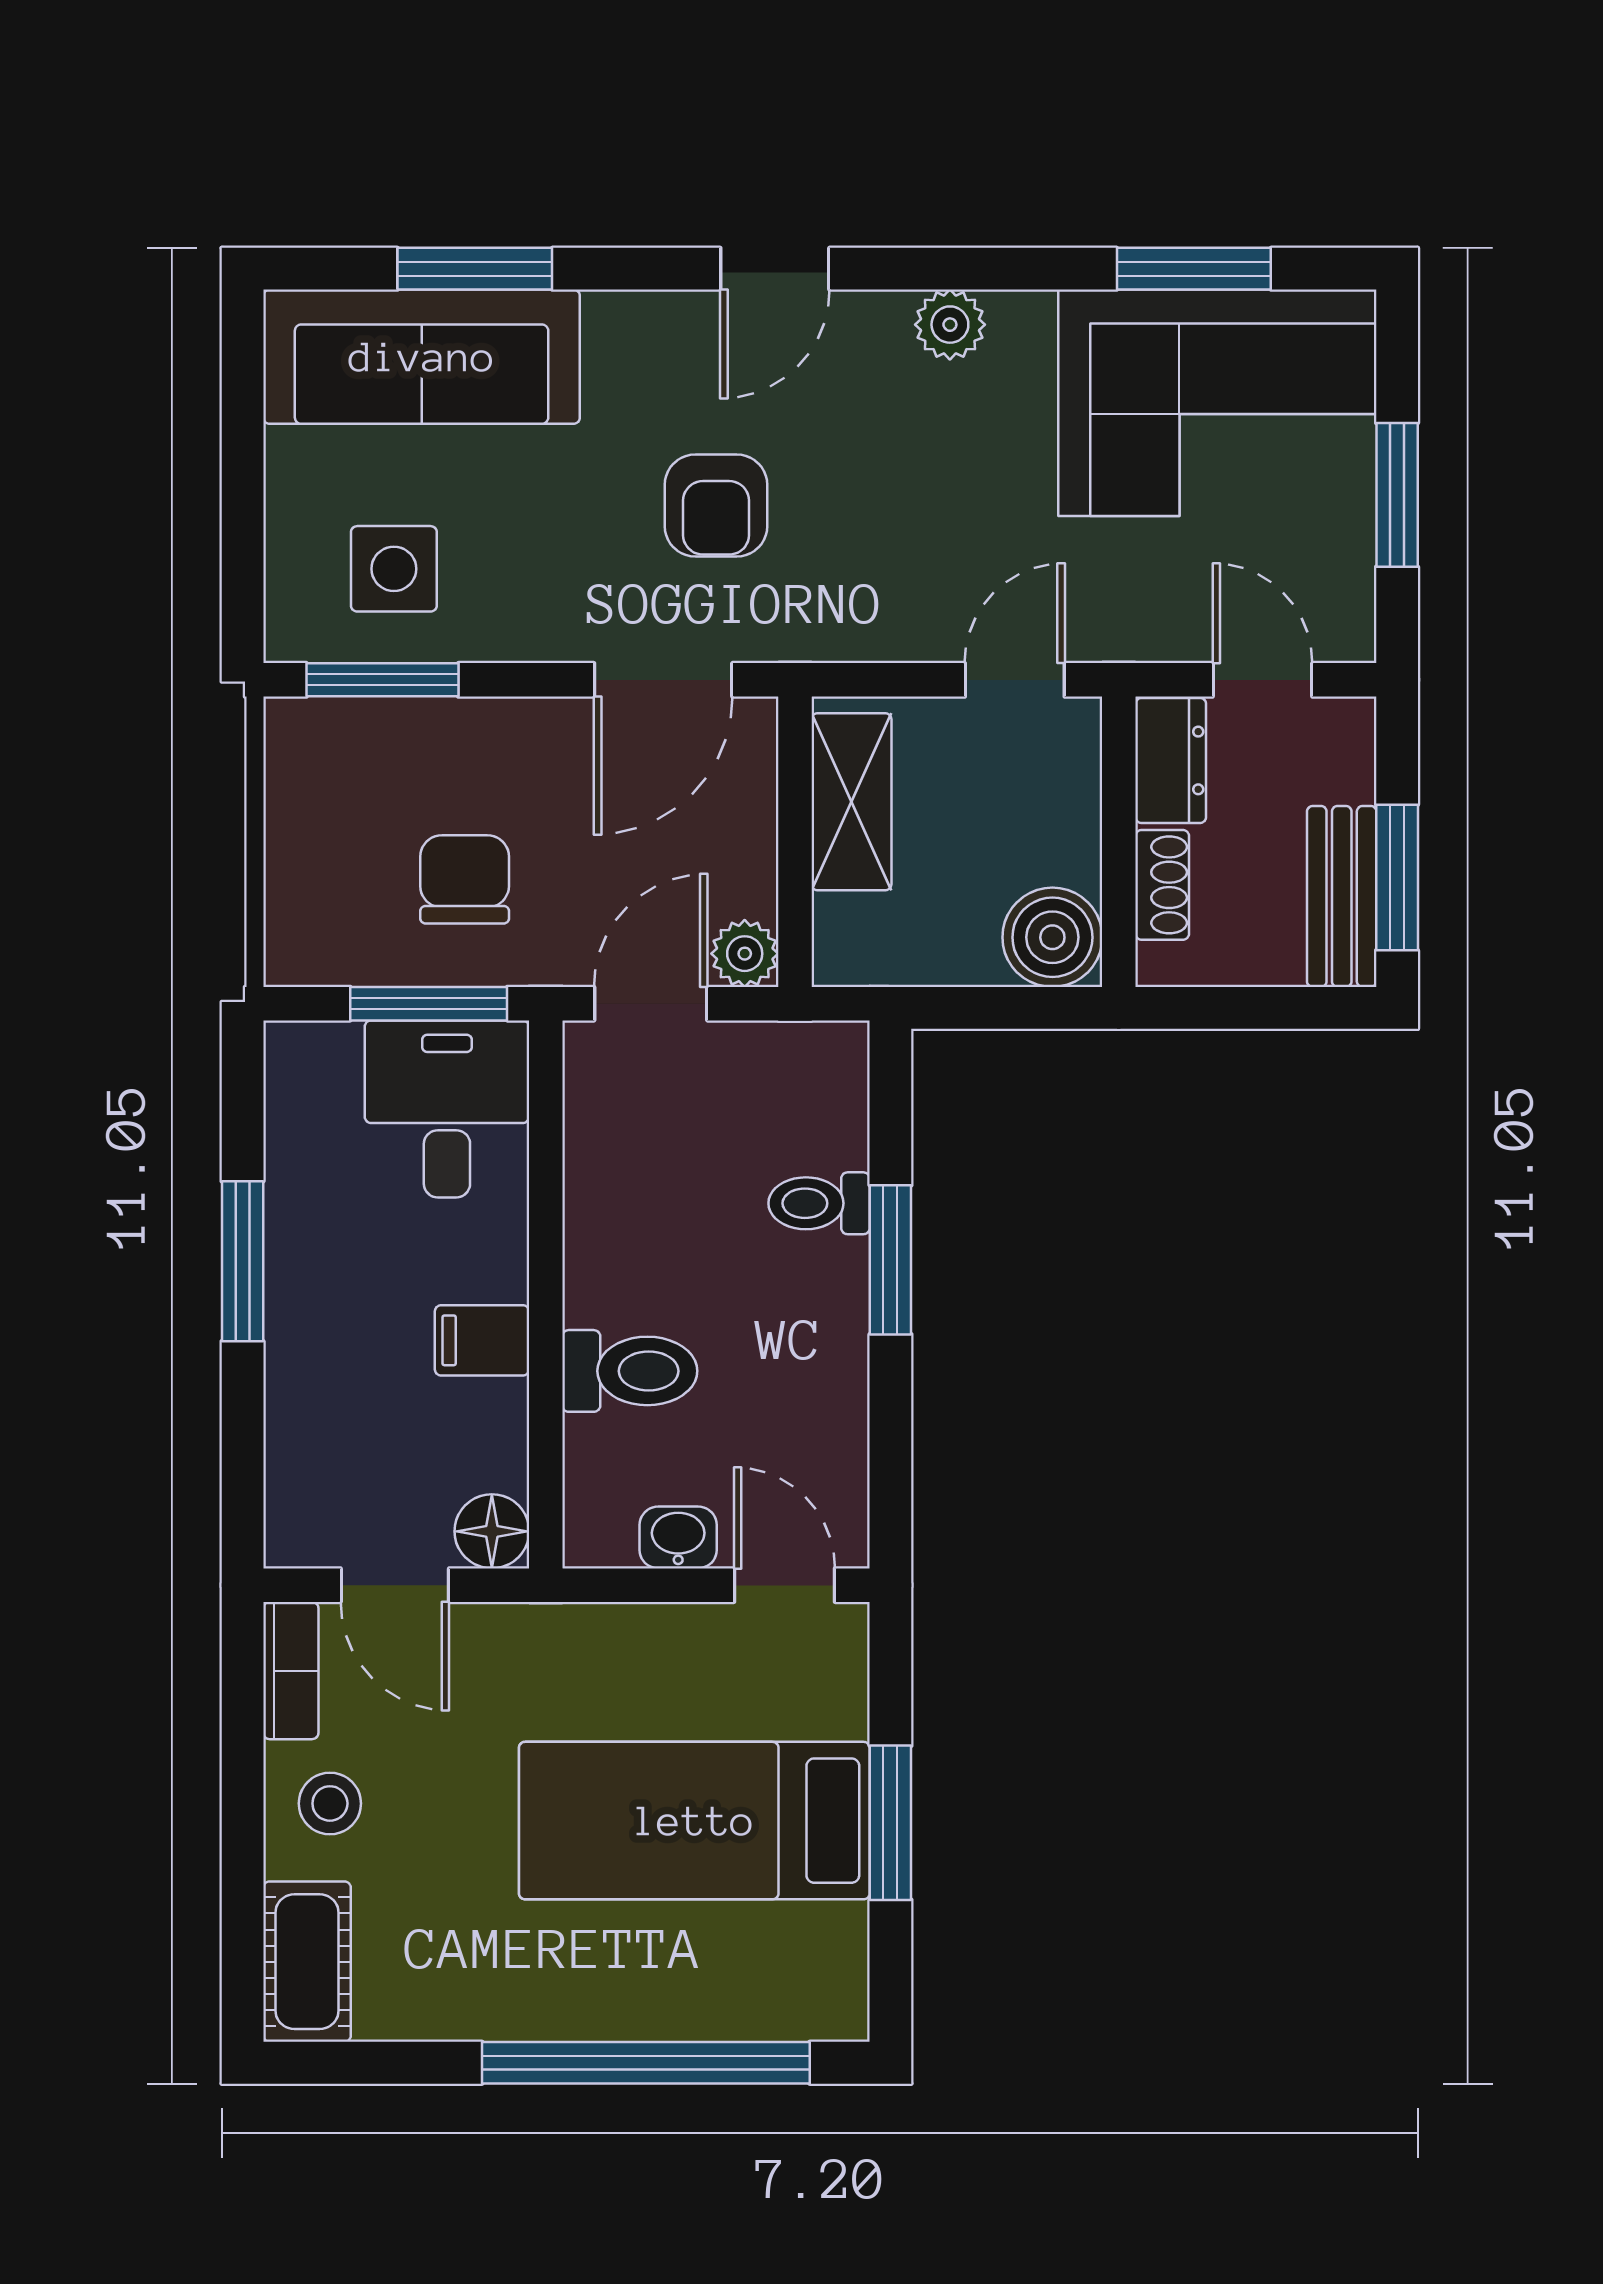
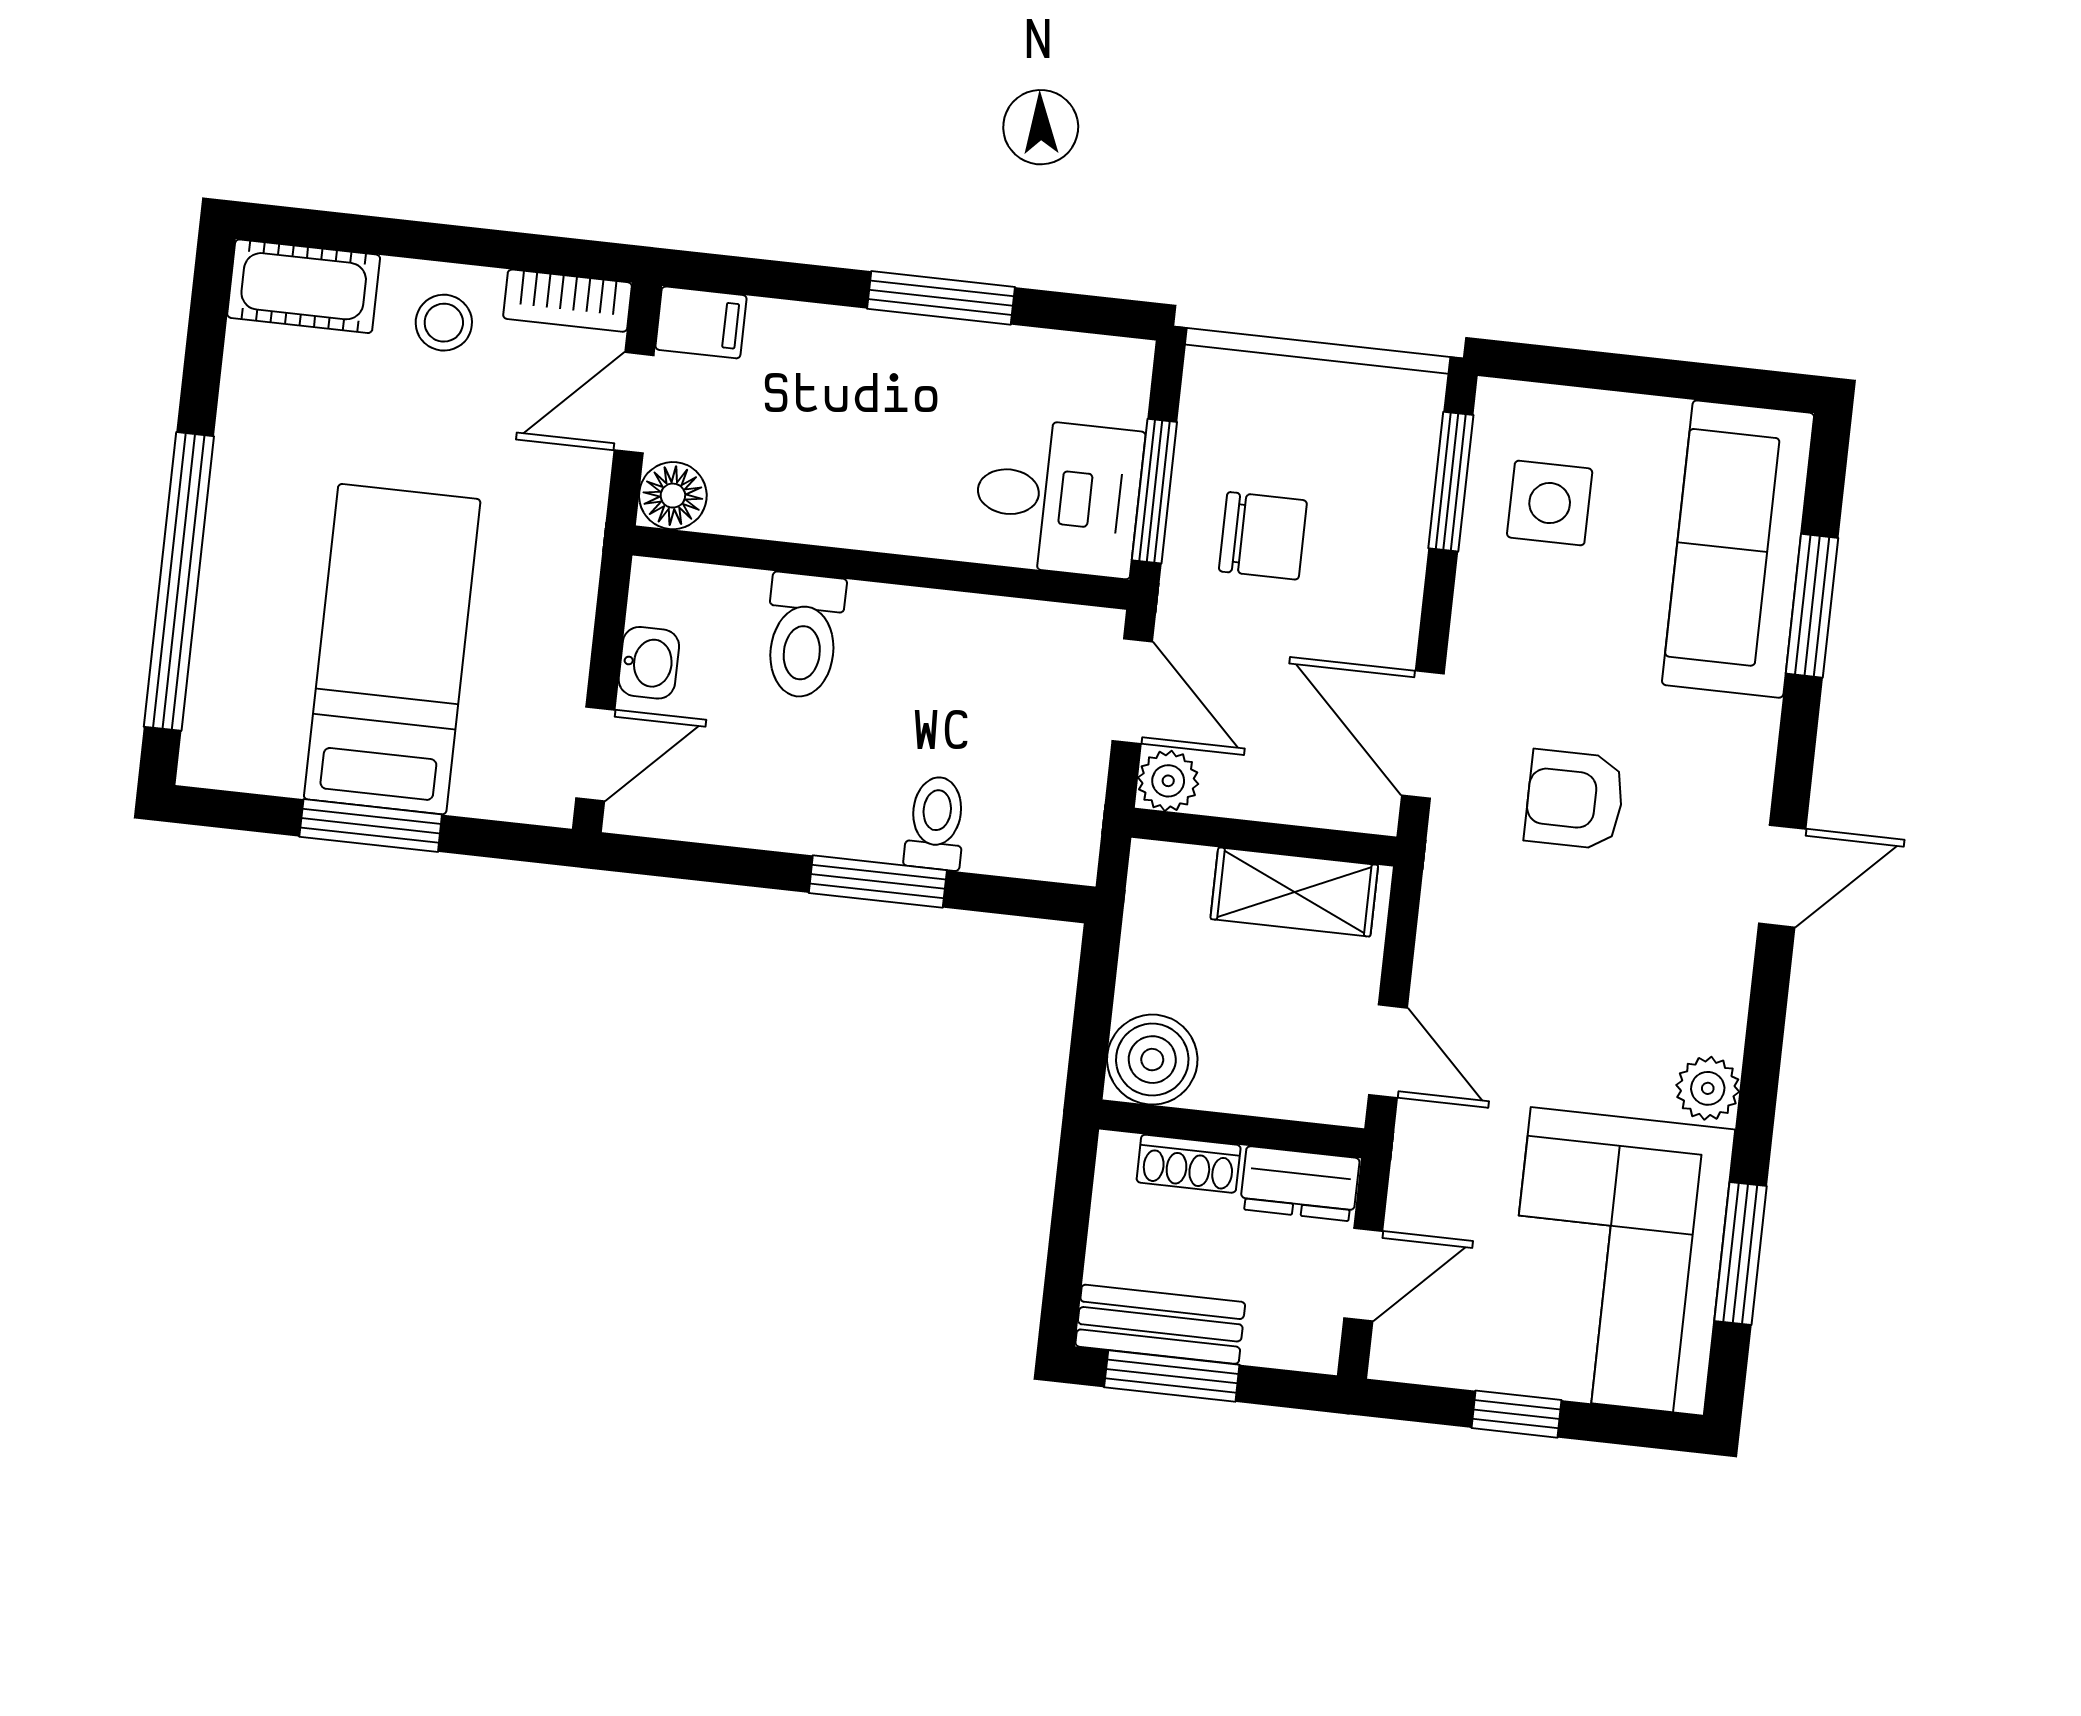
door: (775, 269) -> (1782, 876), swing flipped
plant: (950, 325) -> (1708, 1088), moved
window: (1397, 495) -> (1516, 1414), width x0.67
filing cabinet: (482, 1340) -> (701, 322), moved, turned 90

